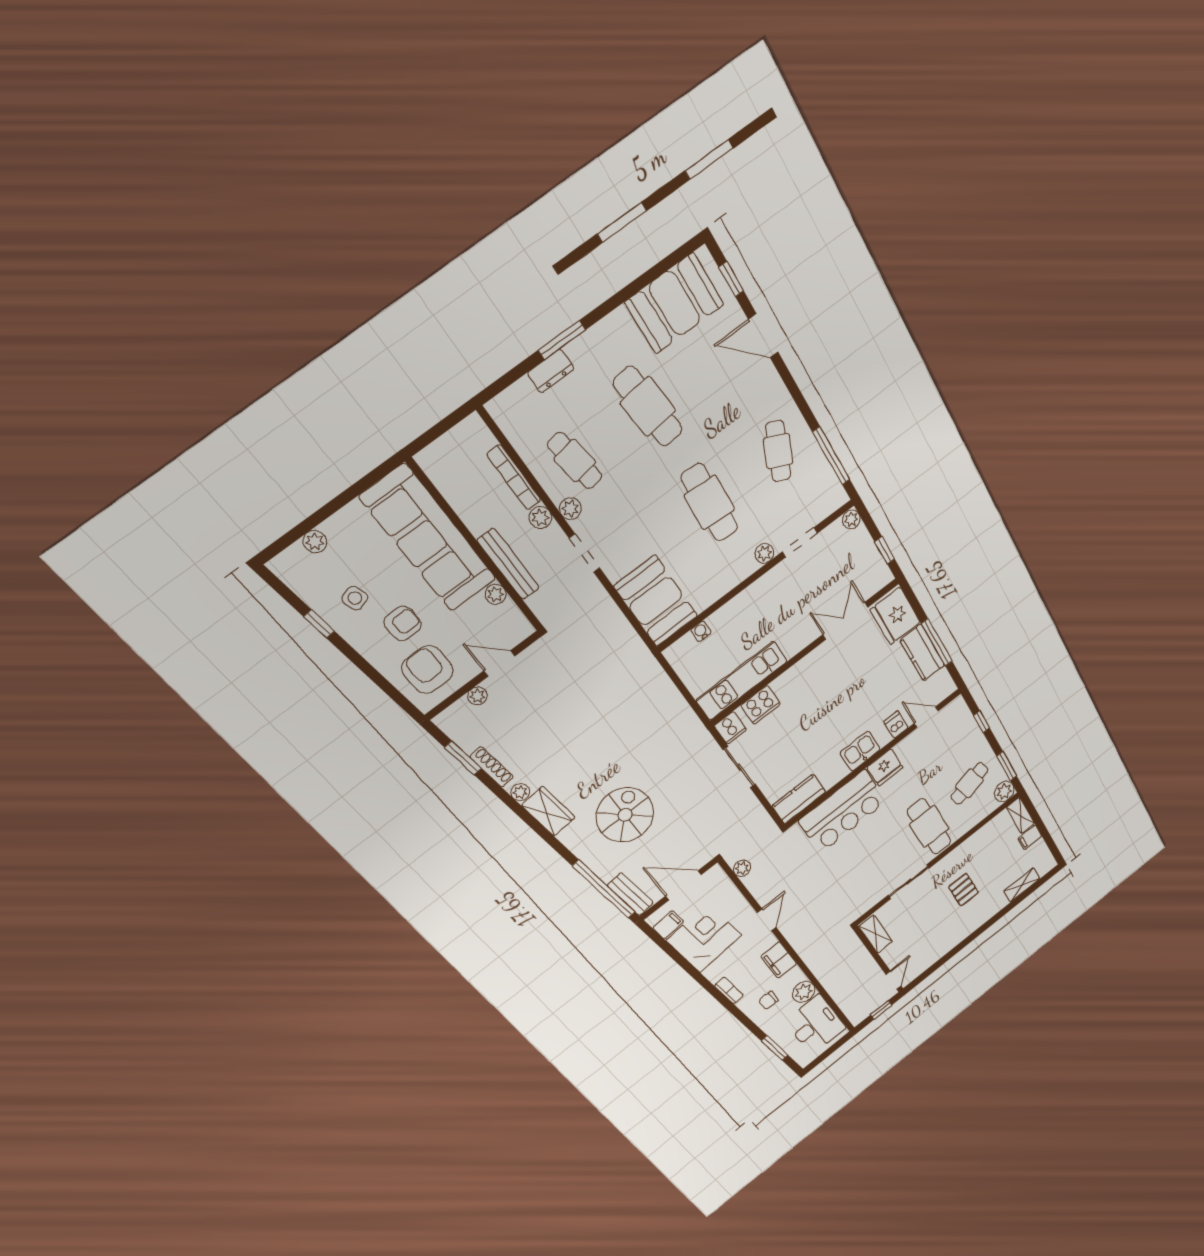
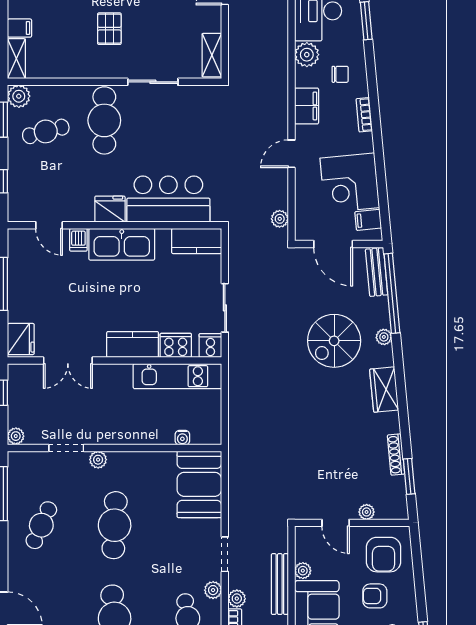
fridge: (895, 616) -> (21, 339), width x0.73, depth x0.75
kitchen counter: (922, 653) -> (133, 345), moved, turned -90
kitchen sink: (860, 751) -> (122, 244), width x1.87, depth x1.24
plant: (520, 792) -> (384, 337), moved

